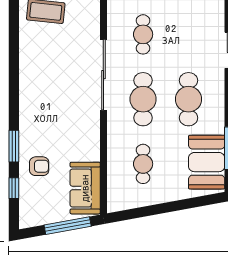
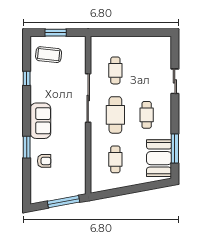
cafe table: (188, 99) -> (147, 115), width x0.73, depth x0.74
window: (14, 188) -> (27, 78), moved
sofa: (85, 188) -> (40, 121), moved, turned 180

